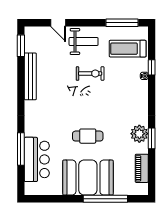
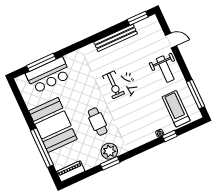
door: (58, 23) -> (171, 41), swing flipped
exercise bike: (90, 74) -> (114, 85), moved
cafe table: (88, 136) -> (98, 122), moved
window: (21, 149) -> (41, 62), moved
piano: (142, 168) -> (71, 171), moved

